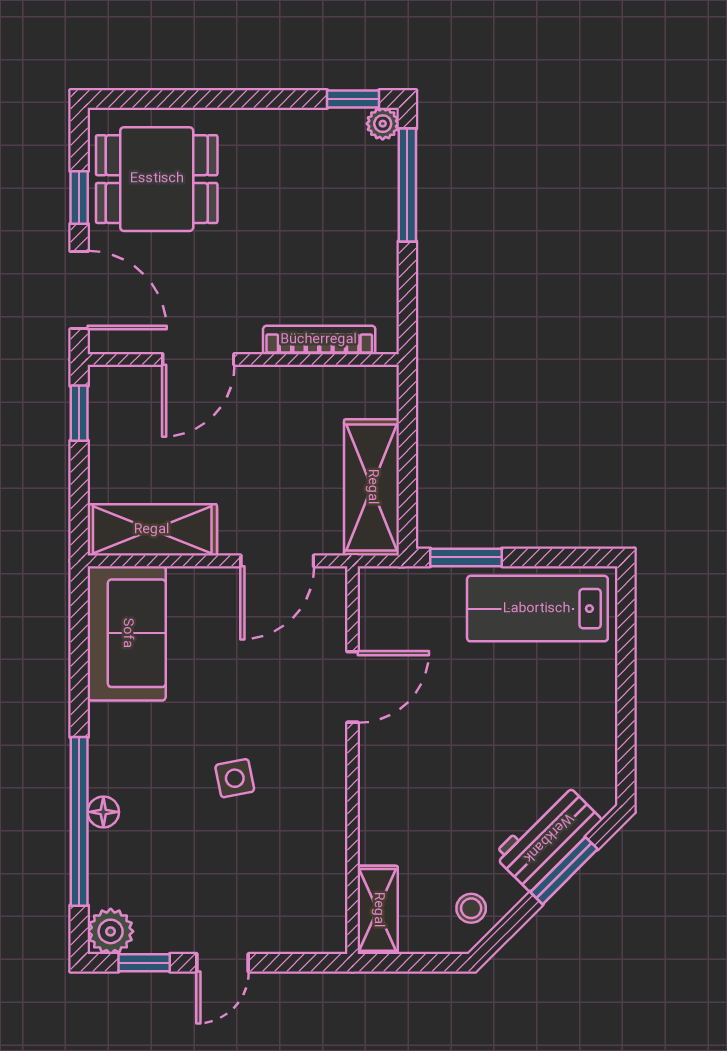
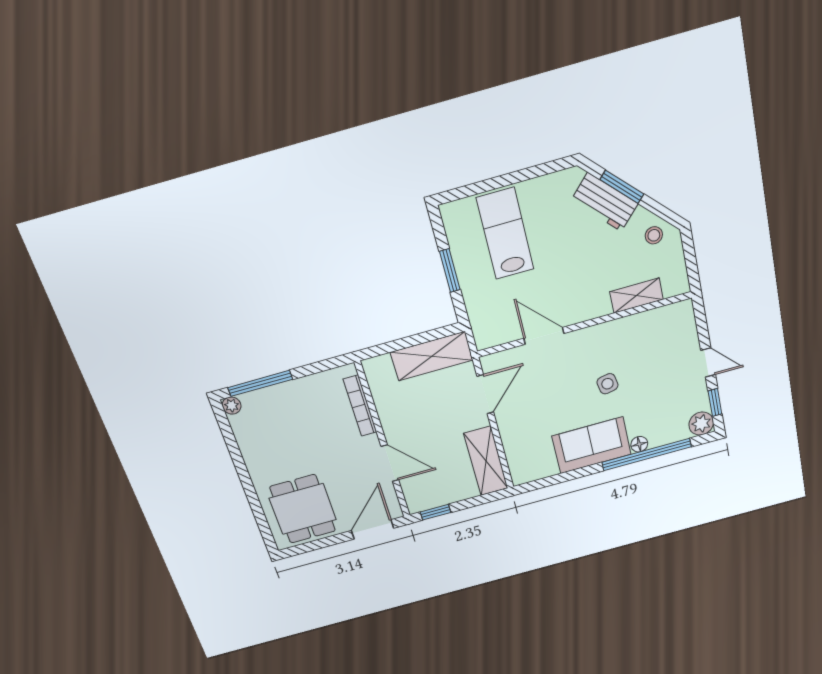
window: (353, 99) -> (224, 424), removed
window: (79, 198) -> (325, 542), removed
window: (466, 557) -> (450, 270), moved
door: (277, 561) -> (485, 394), hinge flipped
lab bench: (537, 609) -> (505, 234), moved, turned 180
sofa: (127, 633) -> (592, 445), moved
shelving: (378, 910) -> (636, 296), moved

